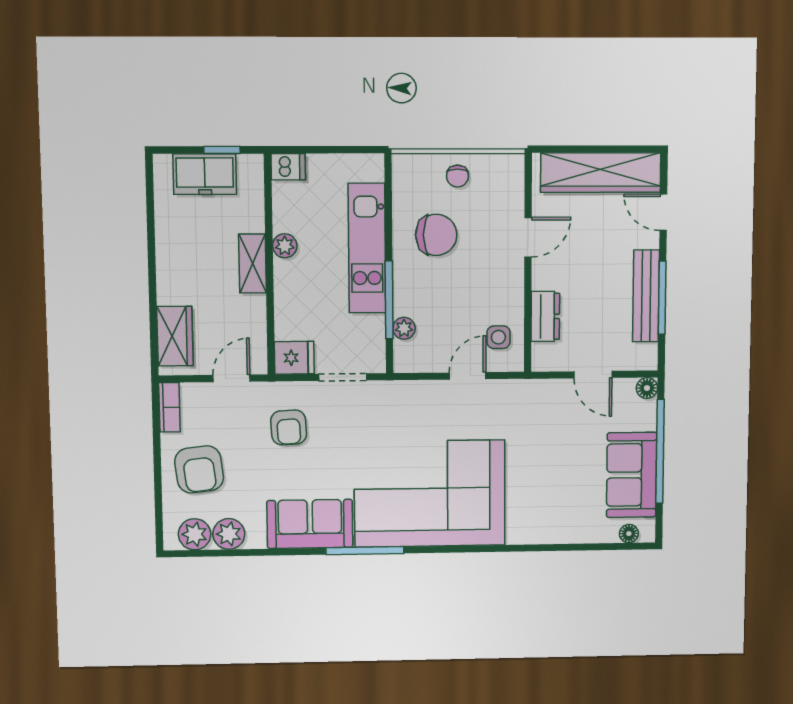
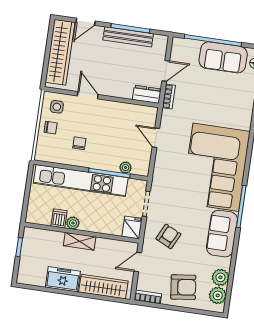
dishwasher: (288, 167) -> (59, 218), moved
freezer: (205, 174) -> (63, 279), moved, turned -90
chair: (436, 235) -> (79, 143), width x0.54, depth x0.54
kitchen unit: (367, 248) -> (81, 180), width x1.36
dresser: (545, 316) -> (147, 94), moved
wardrobe: (175, 336) -> (103, 287), width x1.50
side table: (498, 337) -> (57, 107), moved
door: (232, 378) -> (138, 262), hinge flipped
bookcase: (547, 388) -> (169, 96), added
floor lamp: (647, 388) -> (177, 43), removed
armchair: (289, 427) -> (168, 236), turned -61

